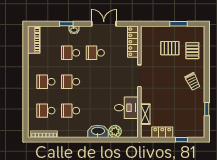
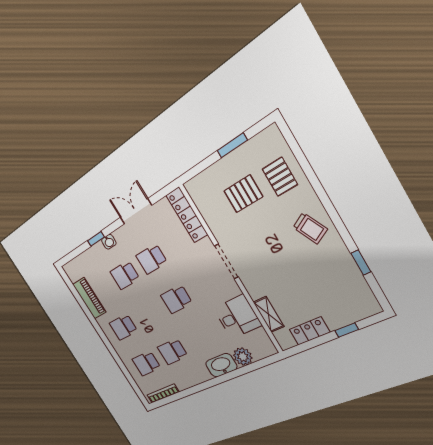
piano: (34, 40) -> (89, 298), moved
school desk: (71, 82) -> (176, 299), moved

